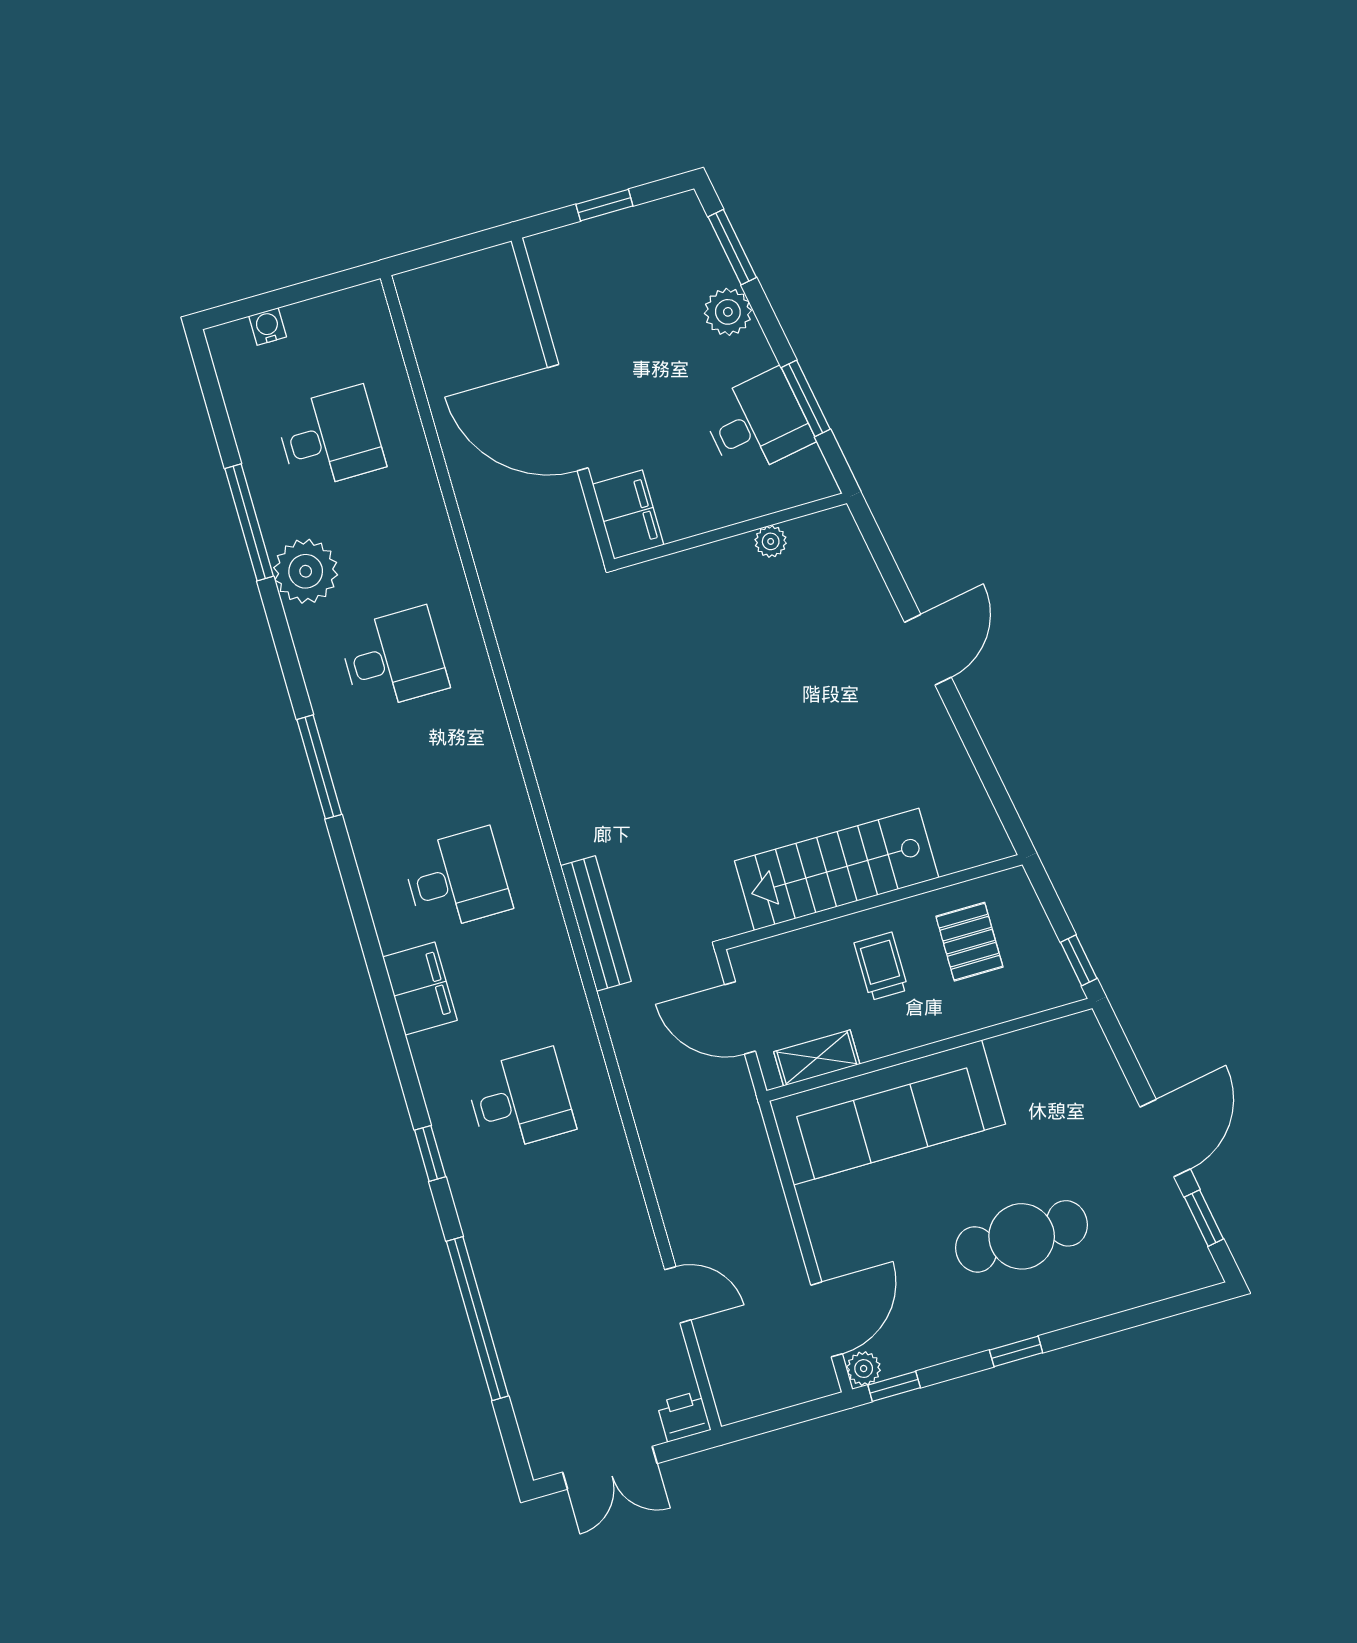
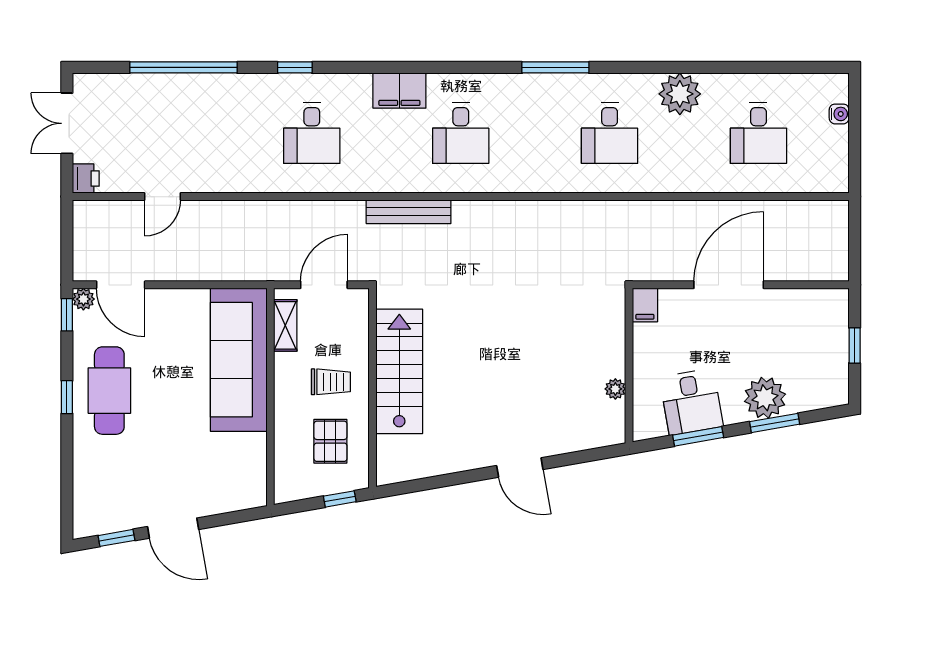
window: (732, 247) -> (775, 423), moved
plant: (728, 312) -> (765, 398), width x1.36, depth x1.36
filing cabinet: (628, 514) -> (645, 305), width x0.50
window: (249, 522) -> (720, 67), removed
pallet: (969, 942) -> (330, 441), turned 90
window: (1079, 960) -> (340, 499), moved
cafe table: (1022, 1236) -> (109, 391), moved

